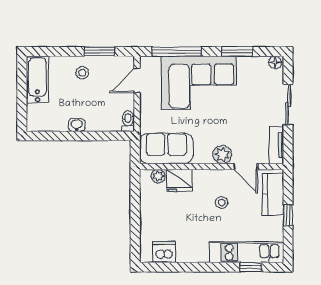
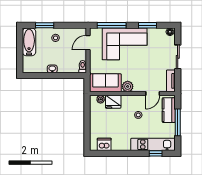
window: (99, 52) -> (45, 25), moved
plant: (222, 155) -> (128, 86), moved
door: (246, 167) -> (153, 94), hinge flipped
window: (288, 215) -> (178, 122), width x2.17

